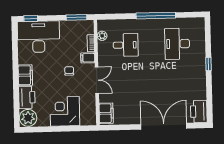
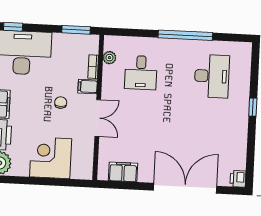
desk: (177, 44) -> (212, 76), turned 180
desk: (126, 45) -> (141, 73), turned 90
printer: (199, 111) -> (238, 179), width x0.53, depth x0.68
filing cabinet: (106, 113) -> (123, 172), moved, turned -90

